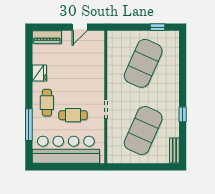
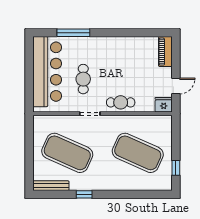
door: (80, 27) -> (176, 86), swing flipped
fridge: (39, 73) -> (164, 105), moved, turned 180
cafe table: (47, 103) -> (121, 102), moved
bench: (174, 150) -> (51, 186), width x1.36

